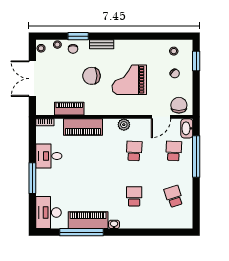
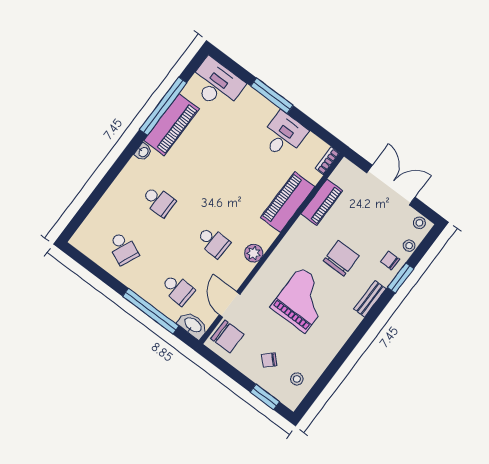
school desk: (174, 196) -> (123, 248), turned 42

